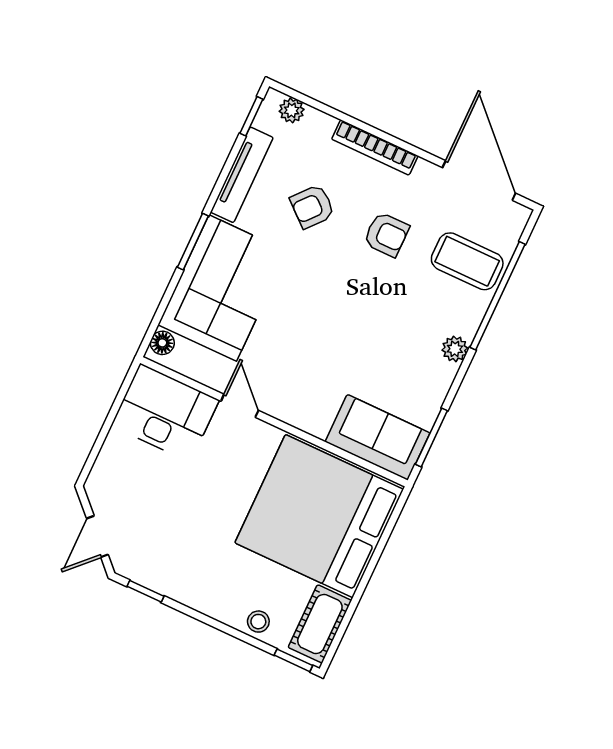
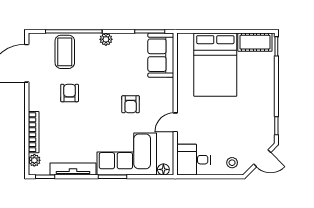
bookcase: (375, 148) -> (34, 132), moved
armchair: (312, 207) -> (131, 104), moved, turned 49
desk: (165, 413) -> (194, 160), width x0.73
bed: (319, 516) -> (215, 65), width x0.73
stool: (258, 622) -> (232, 163), moved

